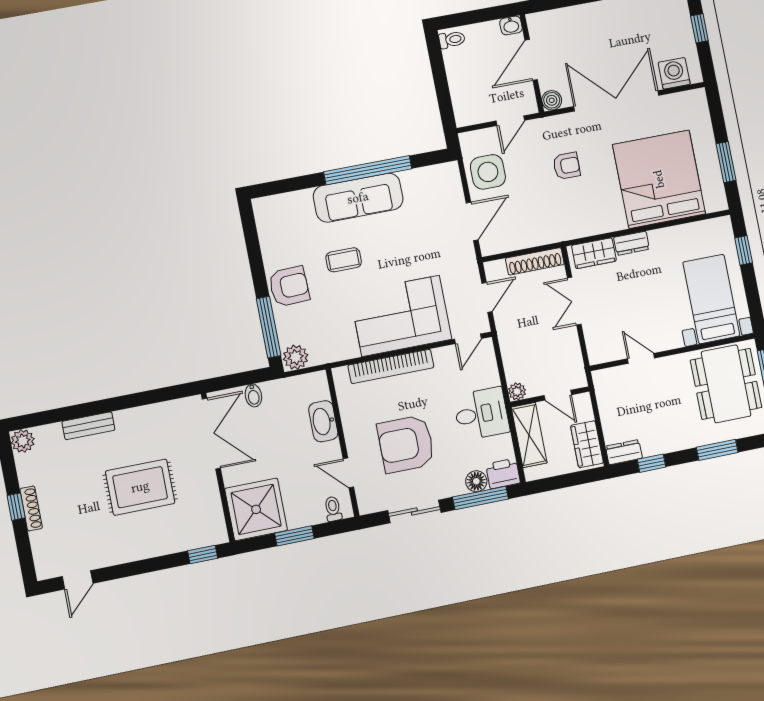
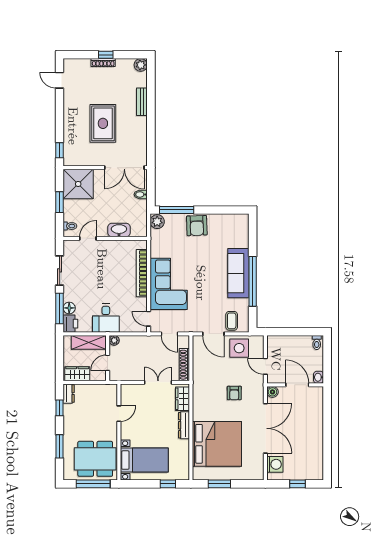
dresser: (631, 243) -> (184, 425), width x1.44
coffee table: (344, 260) -> (232, 321), moved
armchair: (406, 444) -> (97, 273), removed

